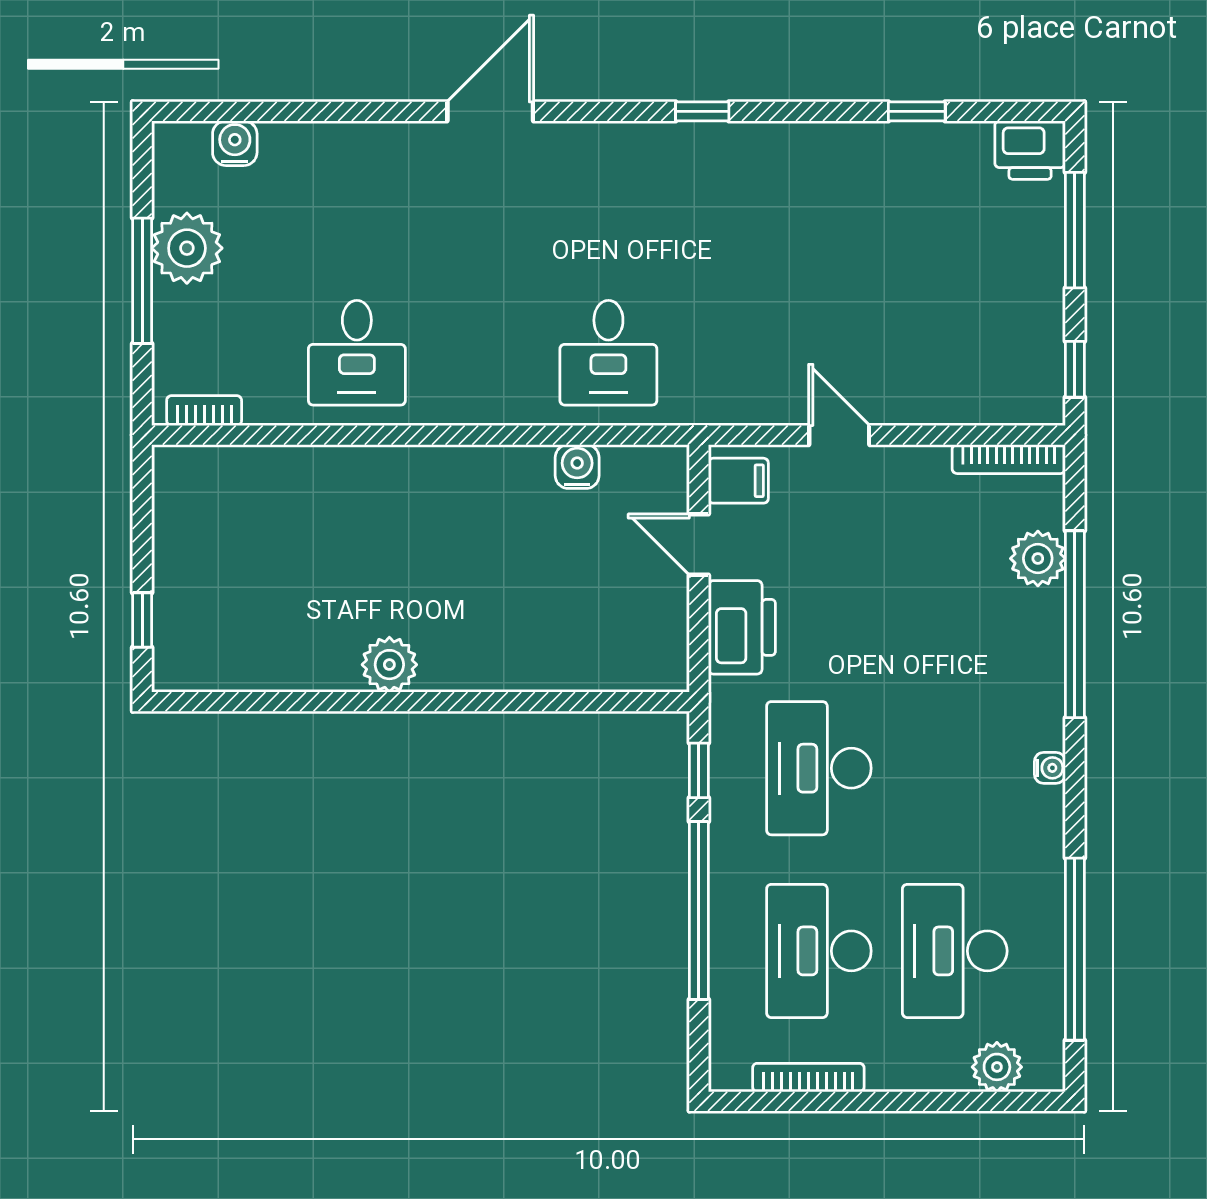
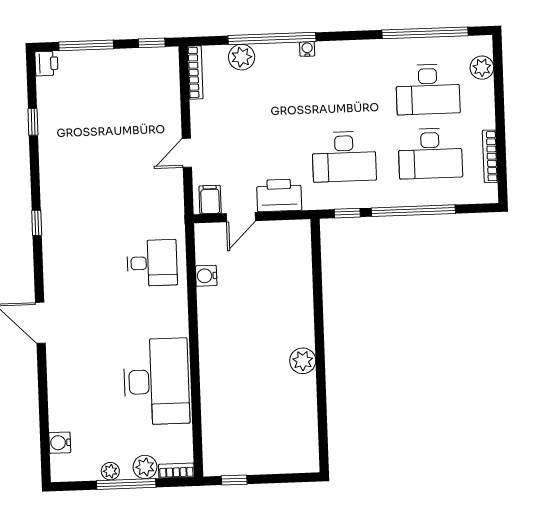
printer: (1030, 150) -> (46, 63), width x0.73, depth x0.81
plant: (187, 248) -> (110, 471), width x0.53, depth x0.53
plant: (177, 322) -> (145, 467), added
desk: (357, 353) -> (156, 382), width x1.87, depth x1.30
bookcase: (204, 411) -> (176, 471), moved, turned 90
window: (142, 620) -> (234, 480), moved
water cooler: (1050, 768) -> (307, 49), moved

